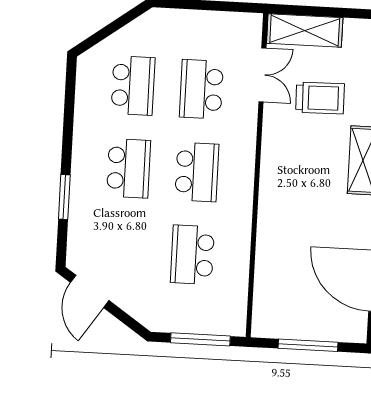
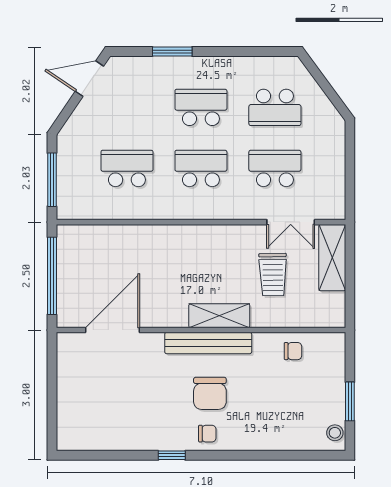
school desk: (129, 168) -> (201, 107), turned 180
school desk: (197, 172) -> (201, 168), turned 180
window: (308, 345) -> (52, 276), width x1.46

